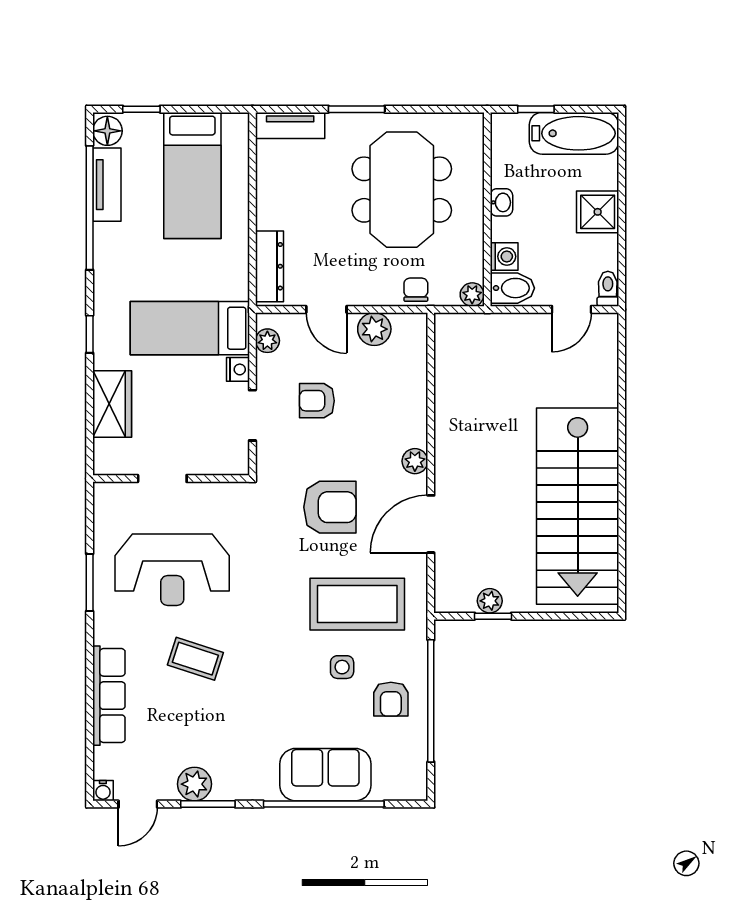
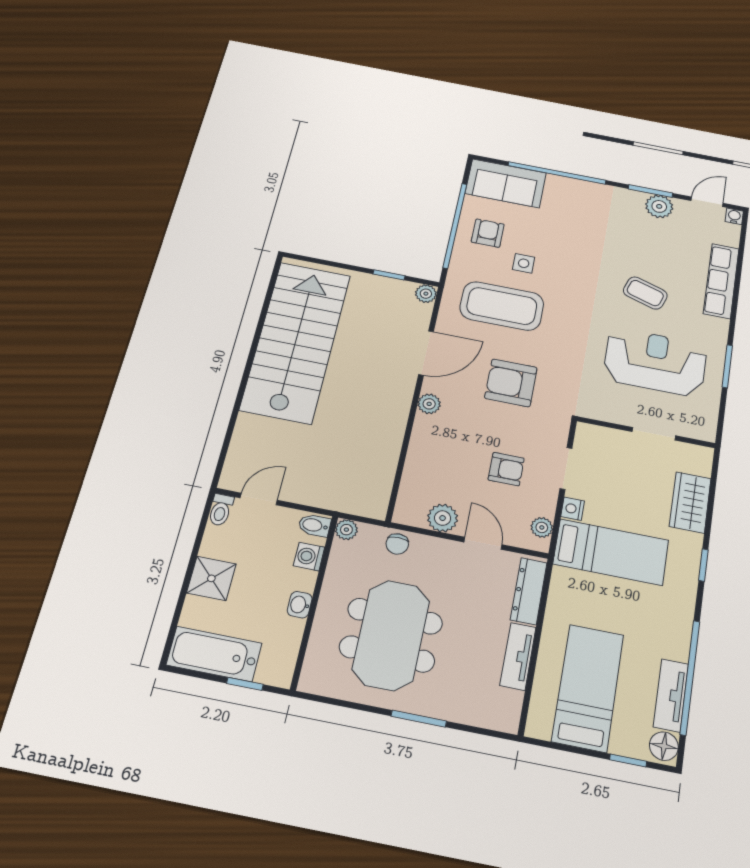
tv unit: (290, 125) -> (518, 656), moved, turned -90
bidet: (512, 288) -> (314, 525), width x0.72, depth x0.74
plant: (490, 601) -> (426, 294), moved
sofa: (325, 775) -> (506, 183), moved

